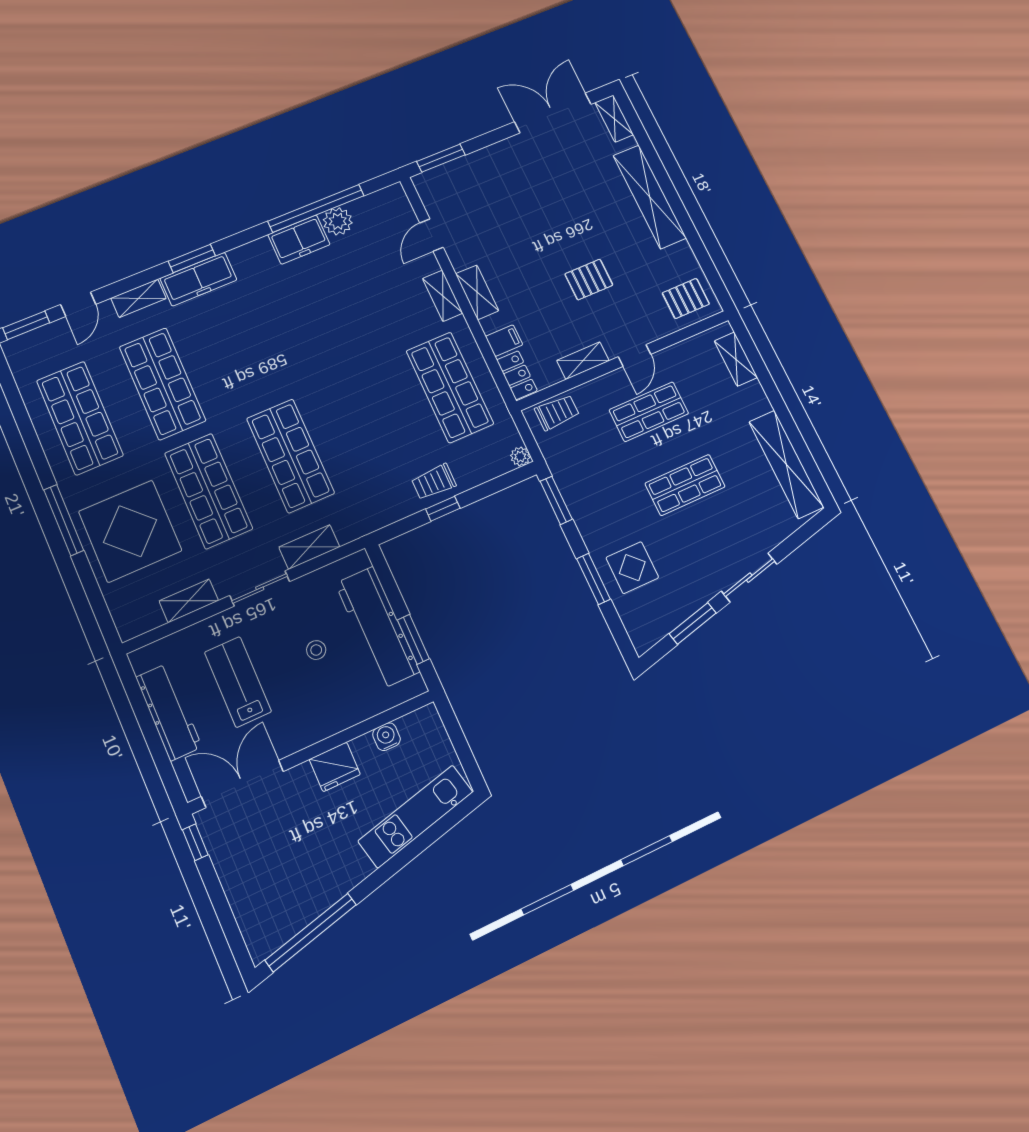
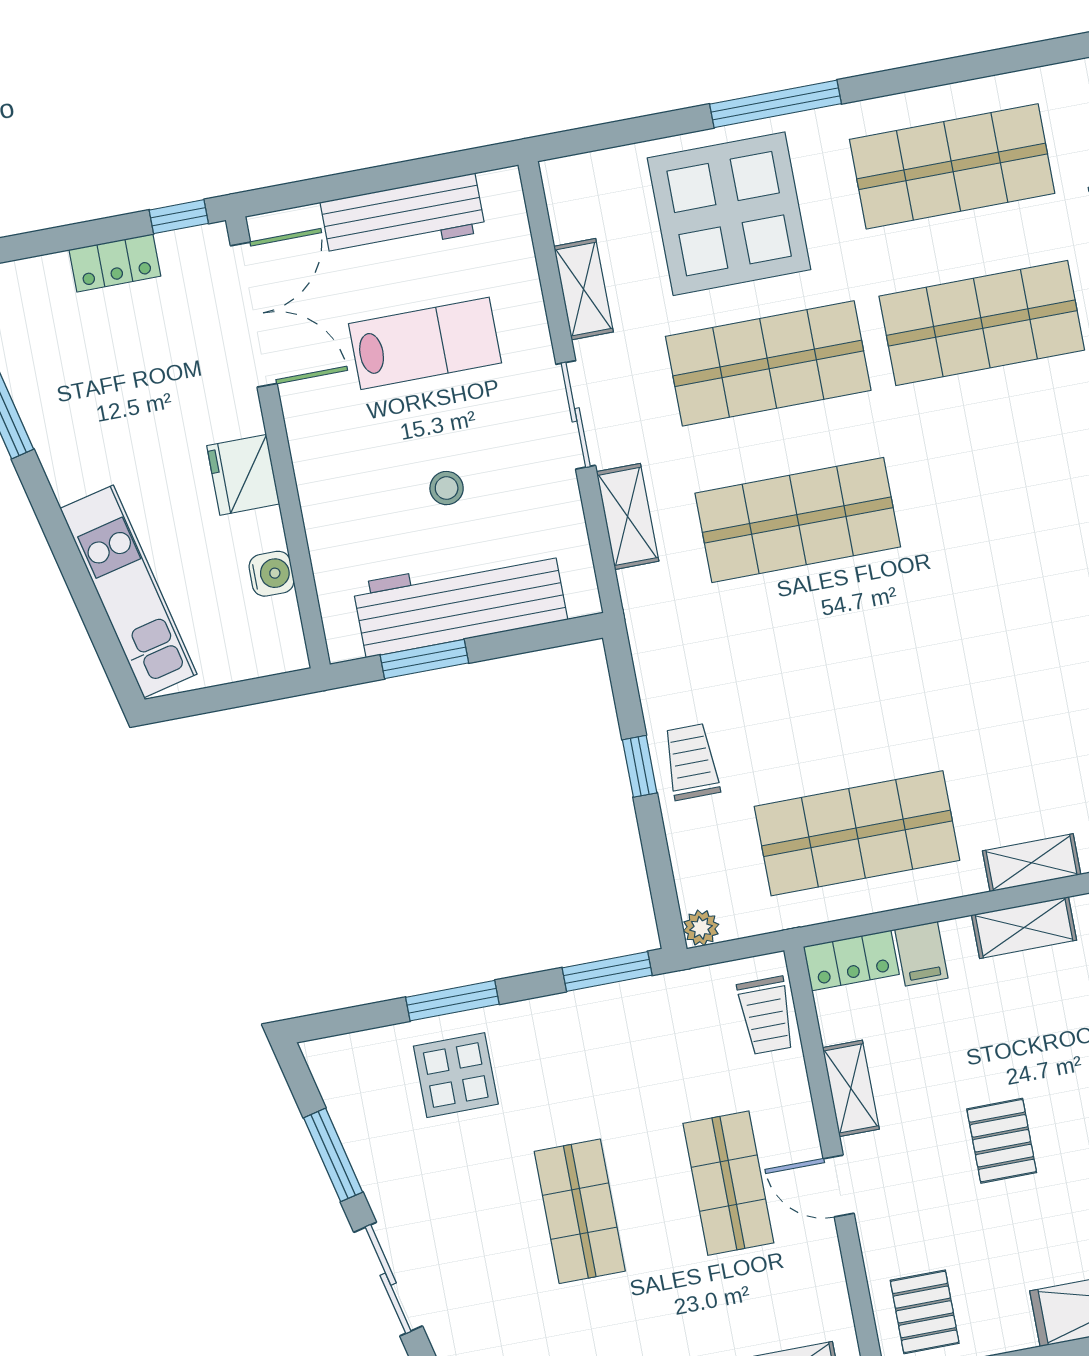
locker: (230, 873) -> (115, 263), added

